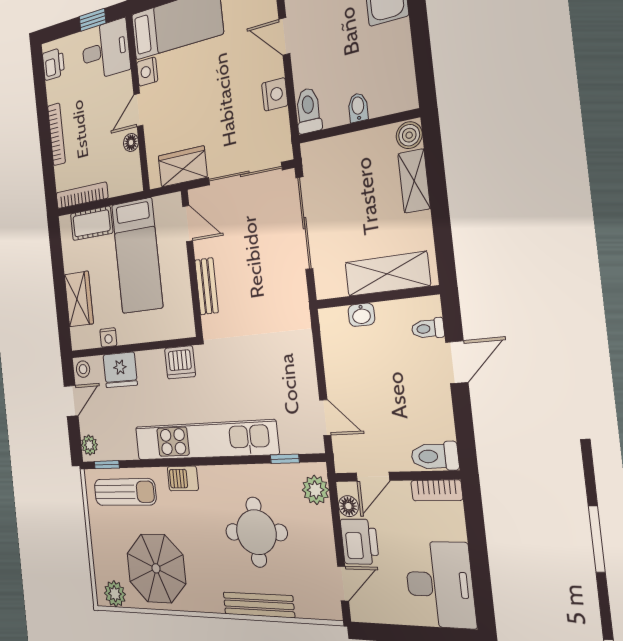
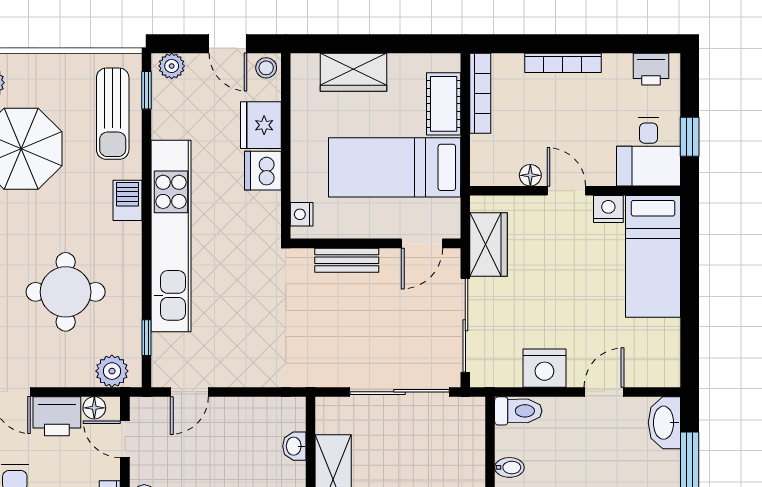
nightstand: (275, 94) -> (544, 368), width x1.36, depth x1.33
nightstand: (108, 337) -> (302, 214), moved
dishwasher: (180, 362) -> (263, 171), moved

